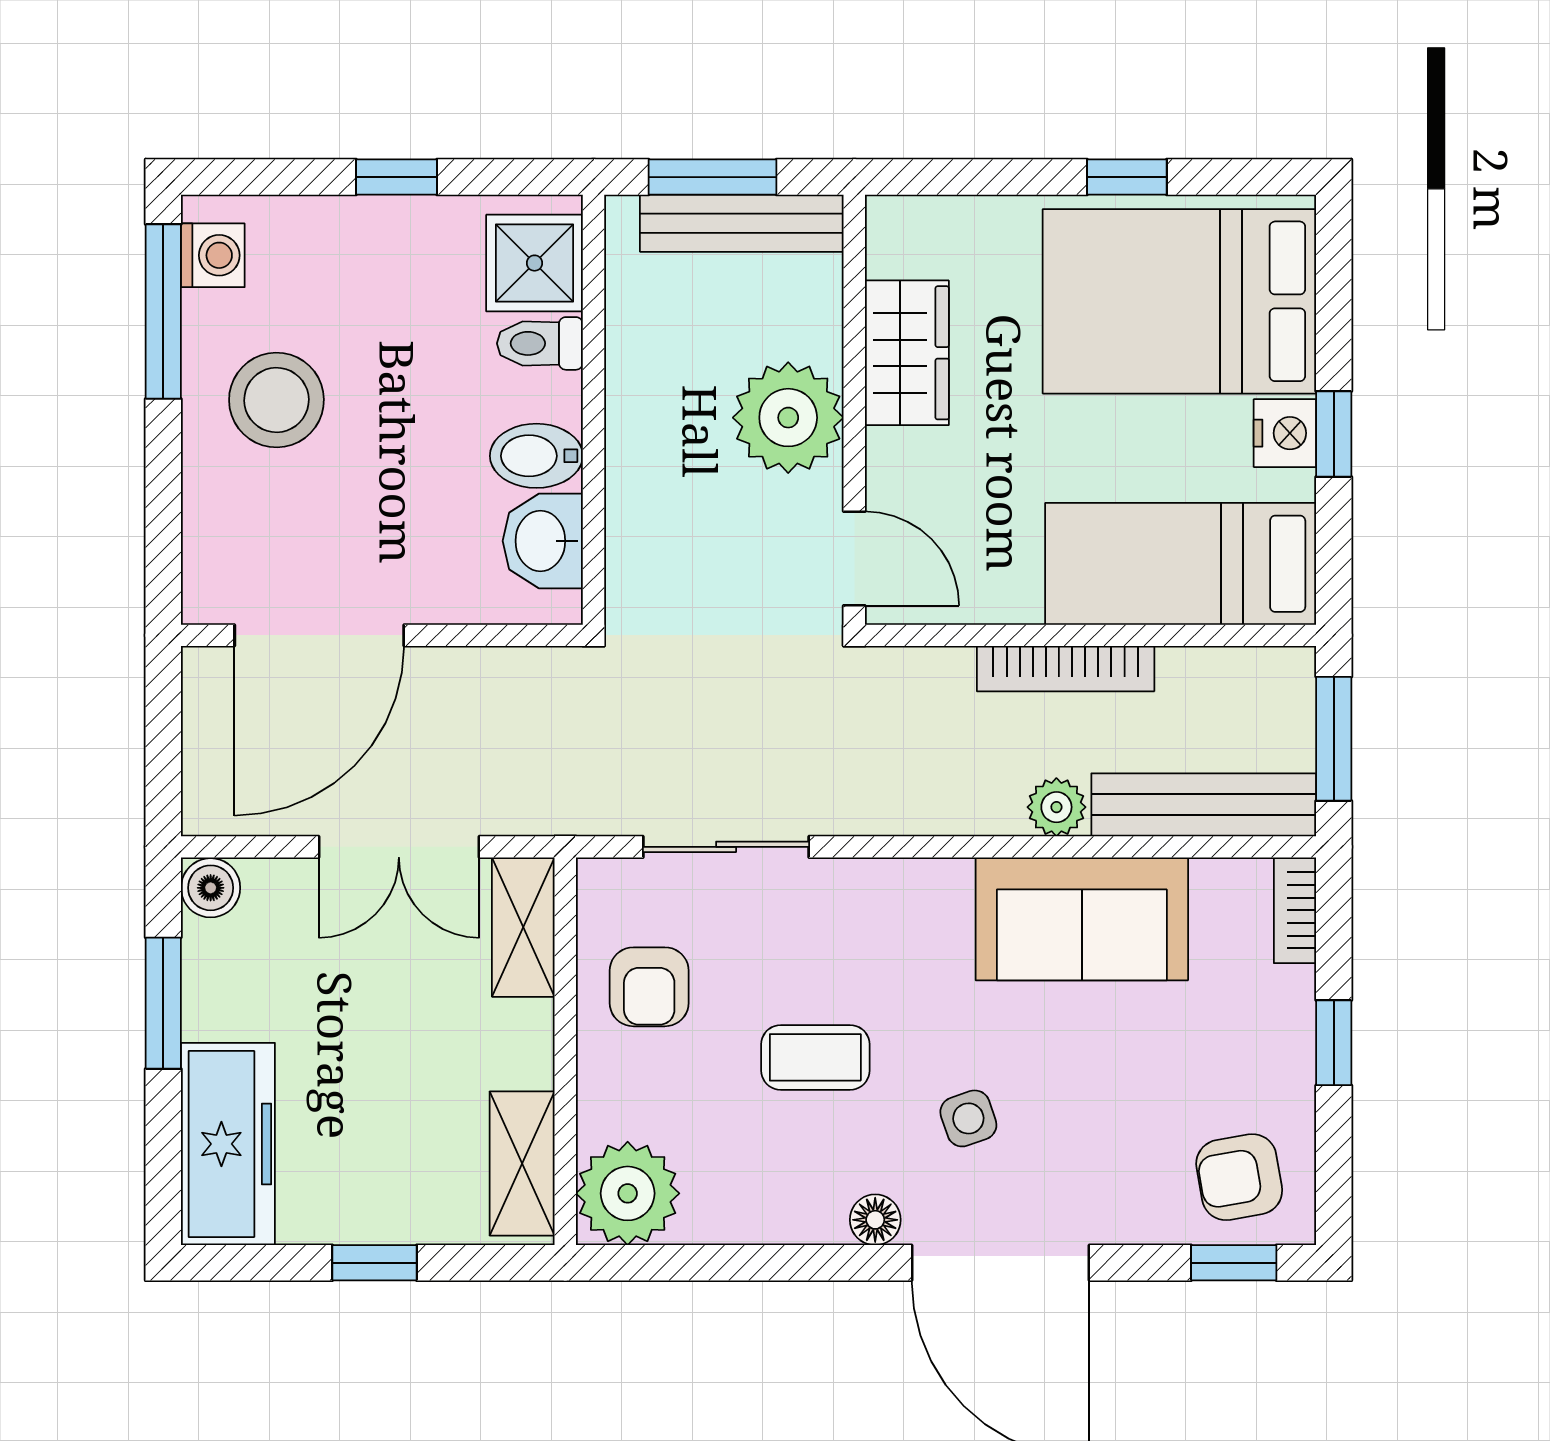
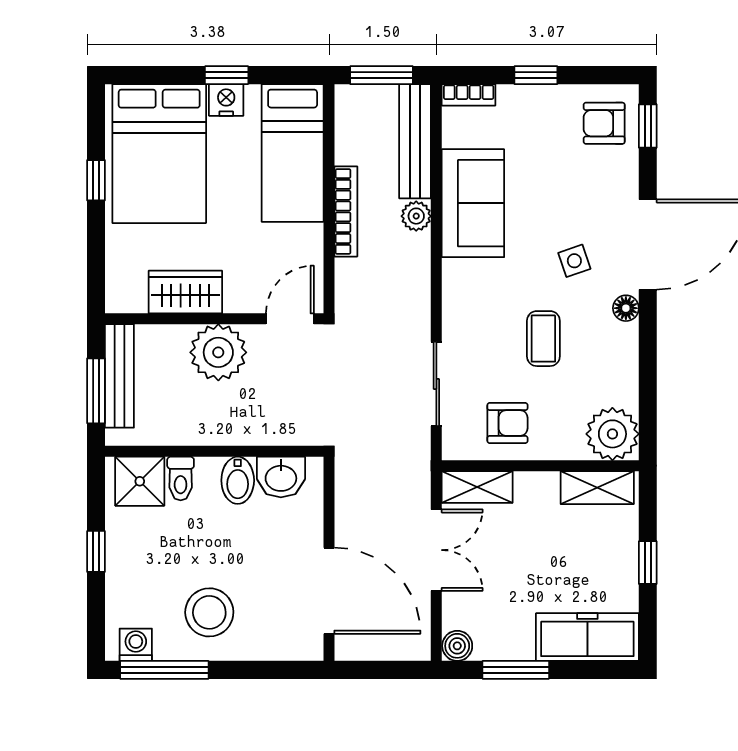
armchair: (1239, 1177) -> (604, 123), turned 100

